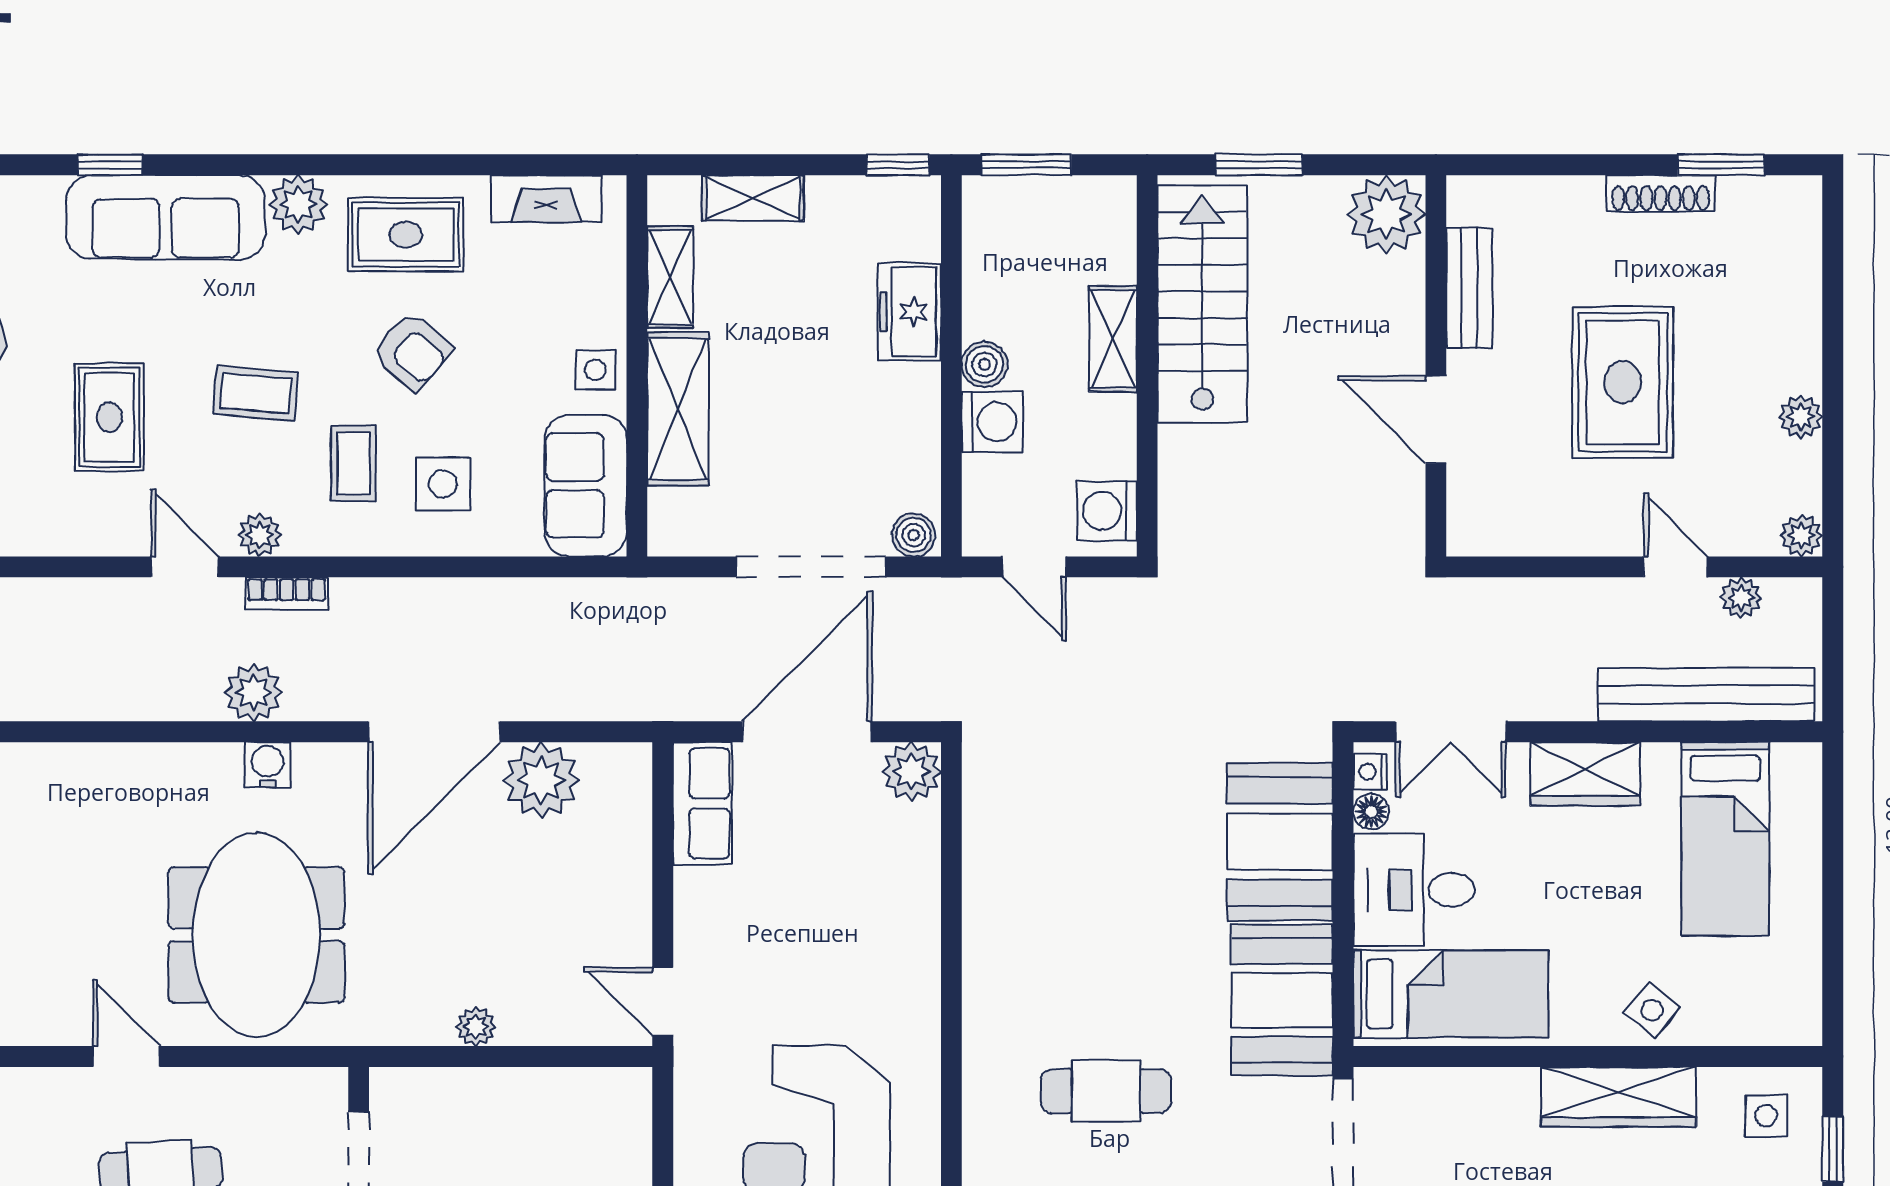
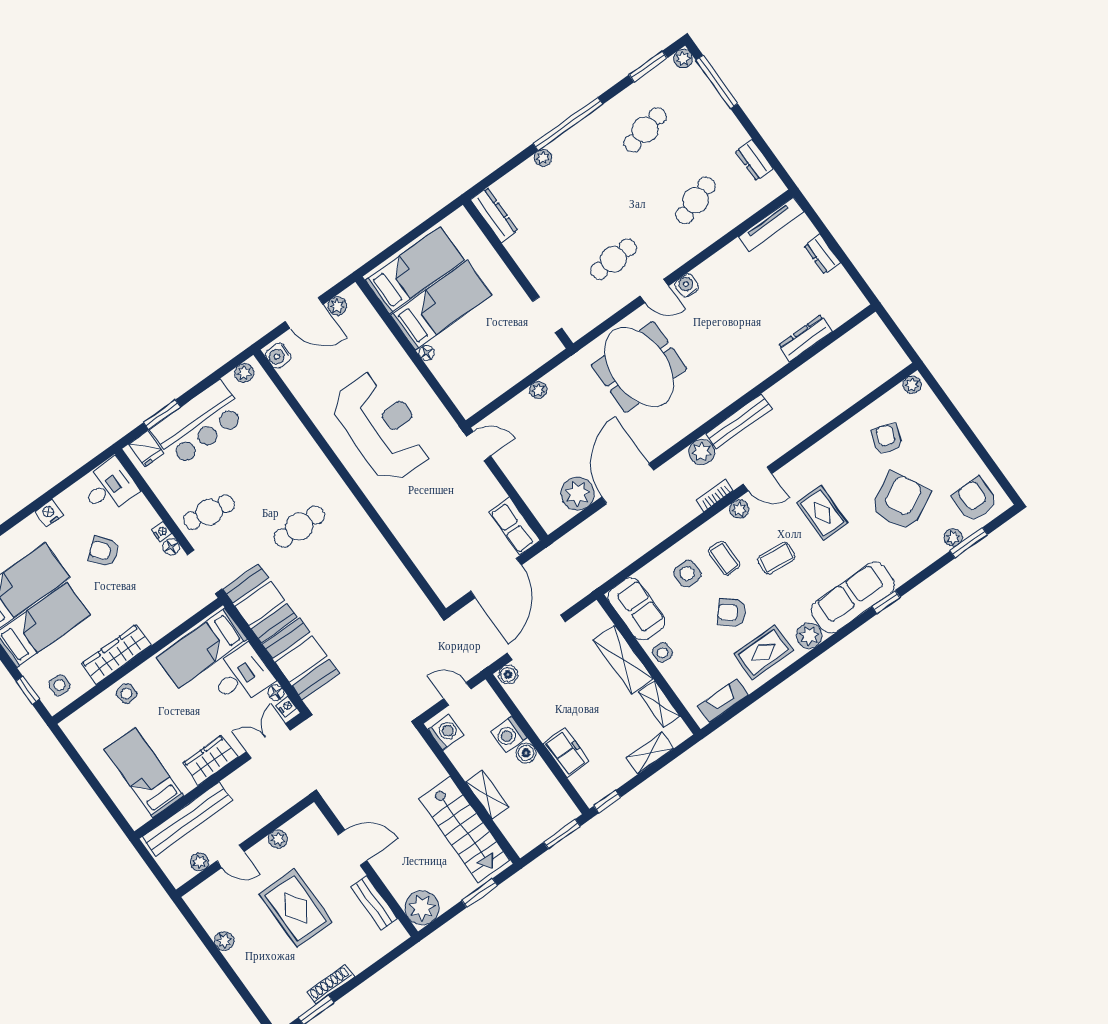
plant: (1801, 535) -> (278, 839), moved
bench: (142, 699) -> (739, 421), added
water cooler: (268, 765) -> (687, 285), moved, turned 180
plant: (911, 772) -> (449, 590), removed
side table: (1652, 1010) -> (127, 694), turned 45

